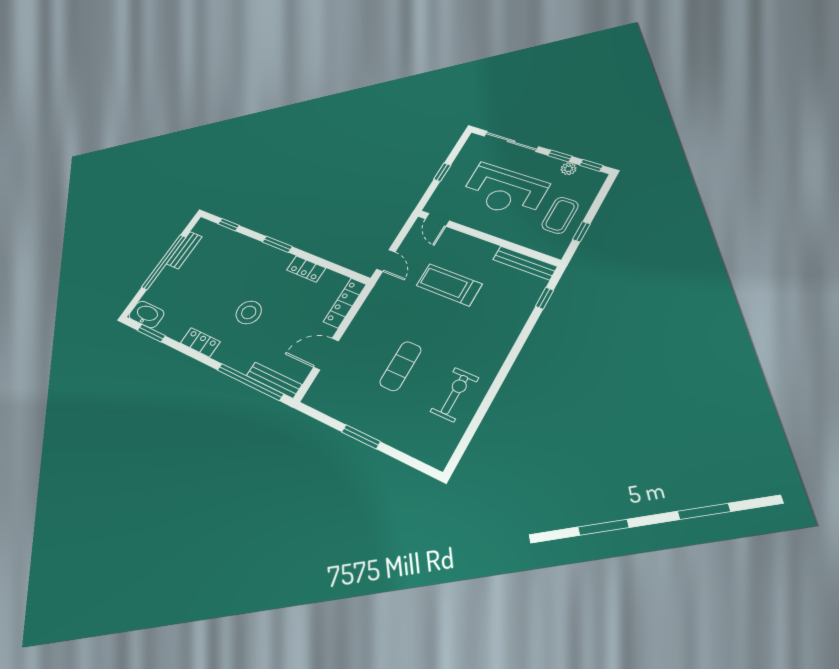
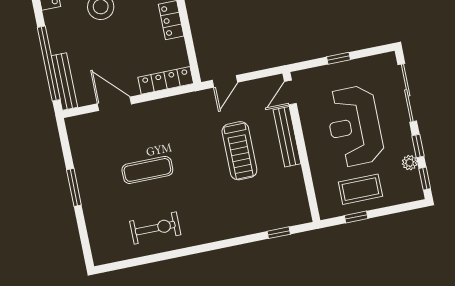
bench: (525, 263) -> (287, 137), moved
treadmill: (449, 285) -> (239, 151), turned 180

